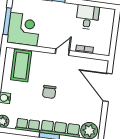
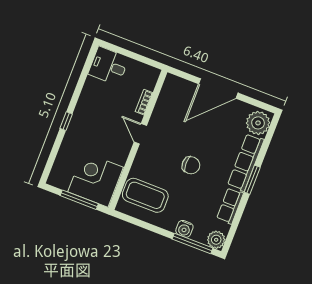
desk: (87, 17) -> (108, 66), moved
door: (107, 87) -> (218, 88), moved

